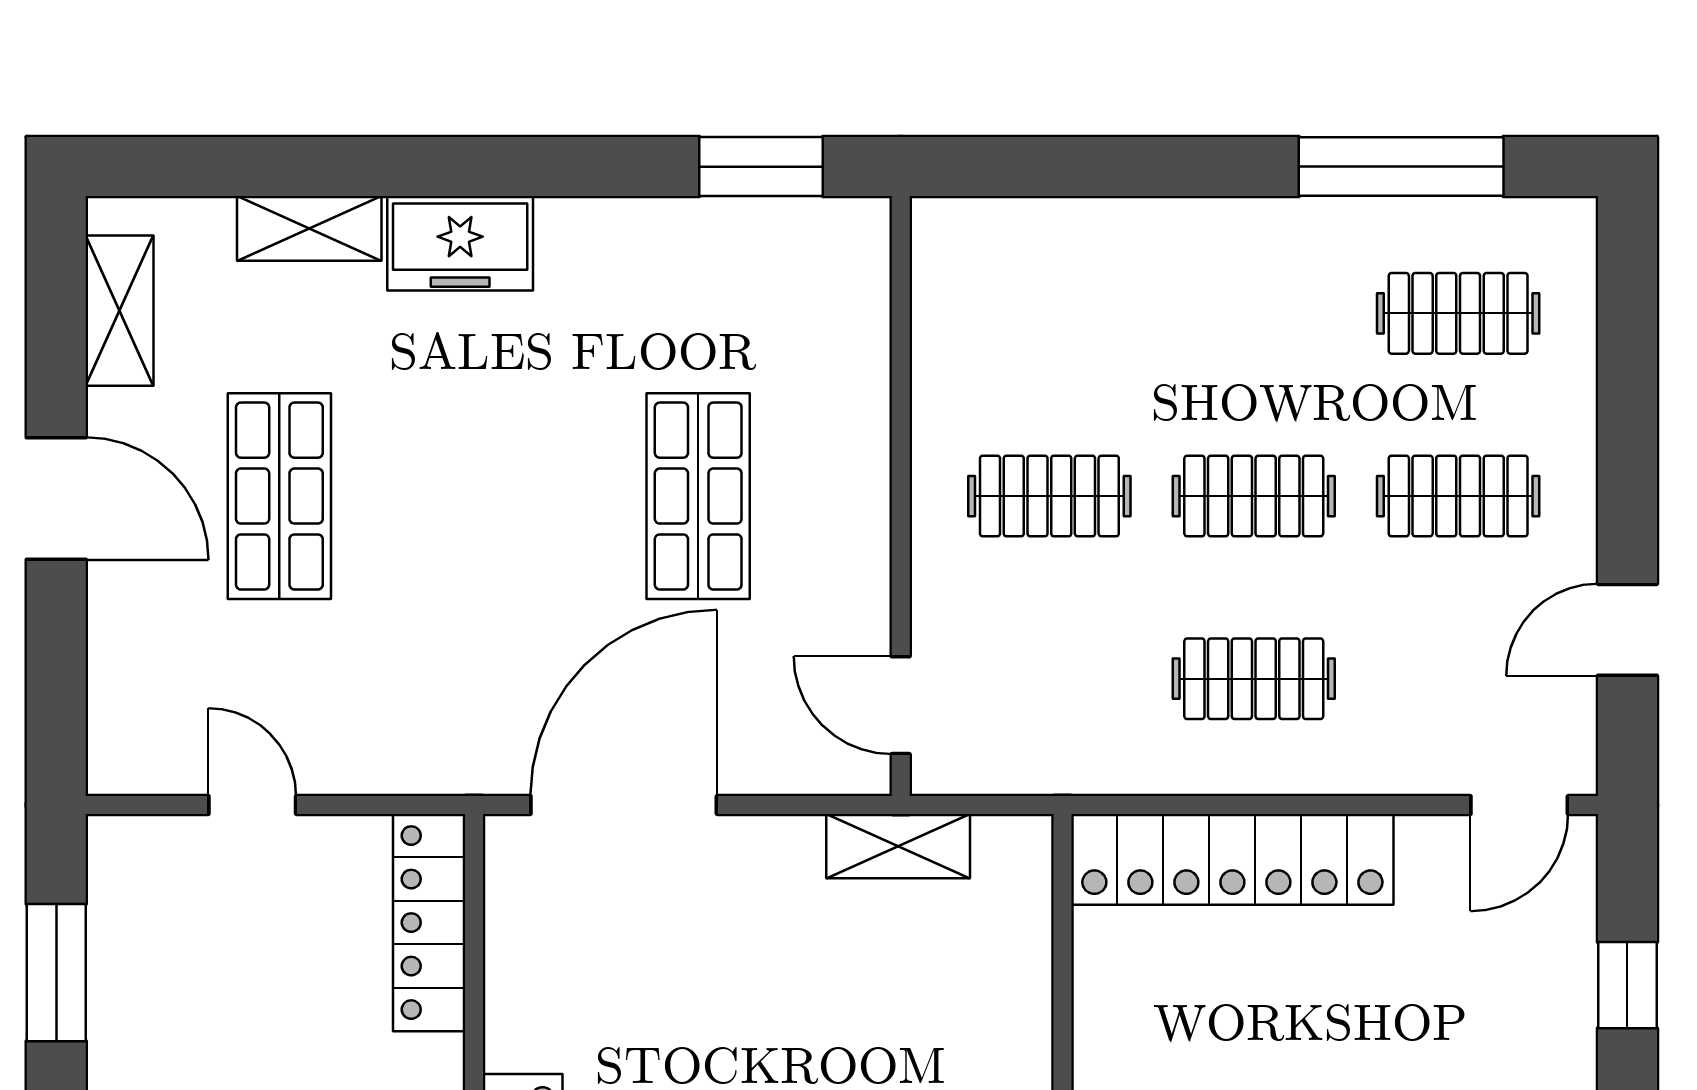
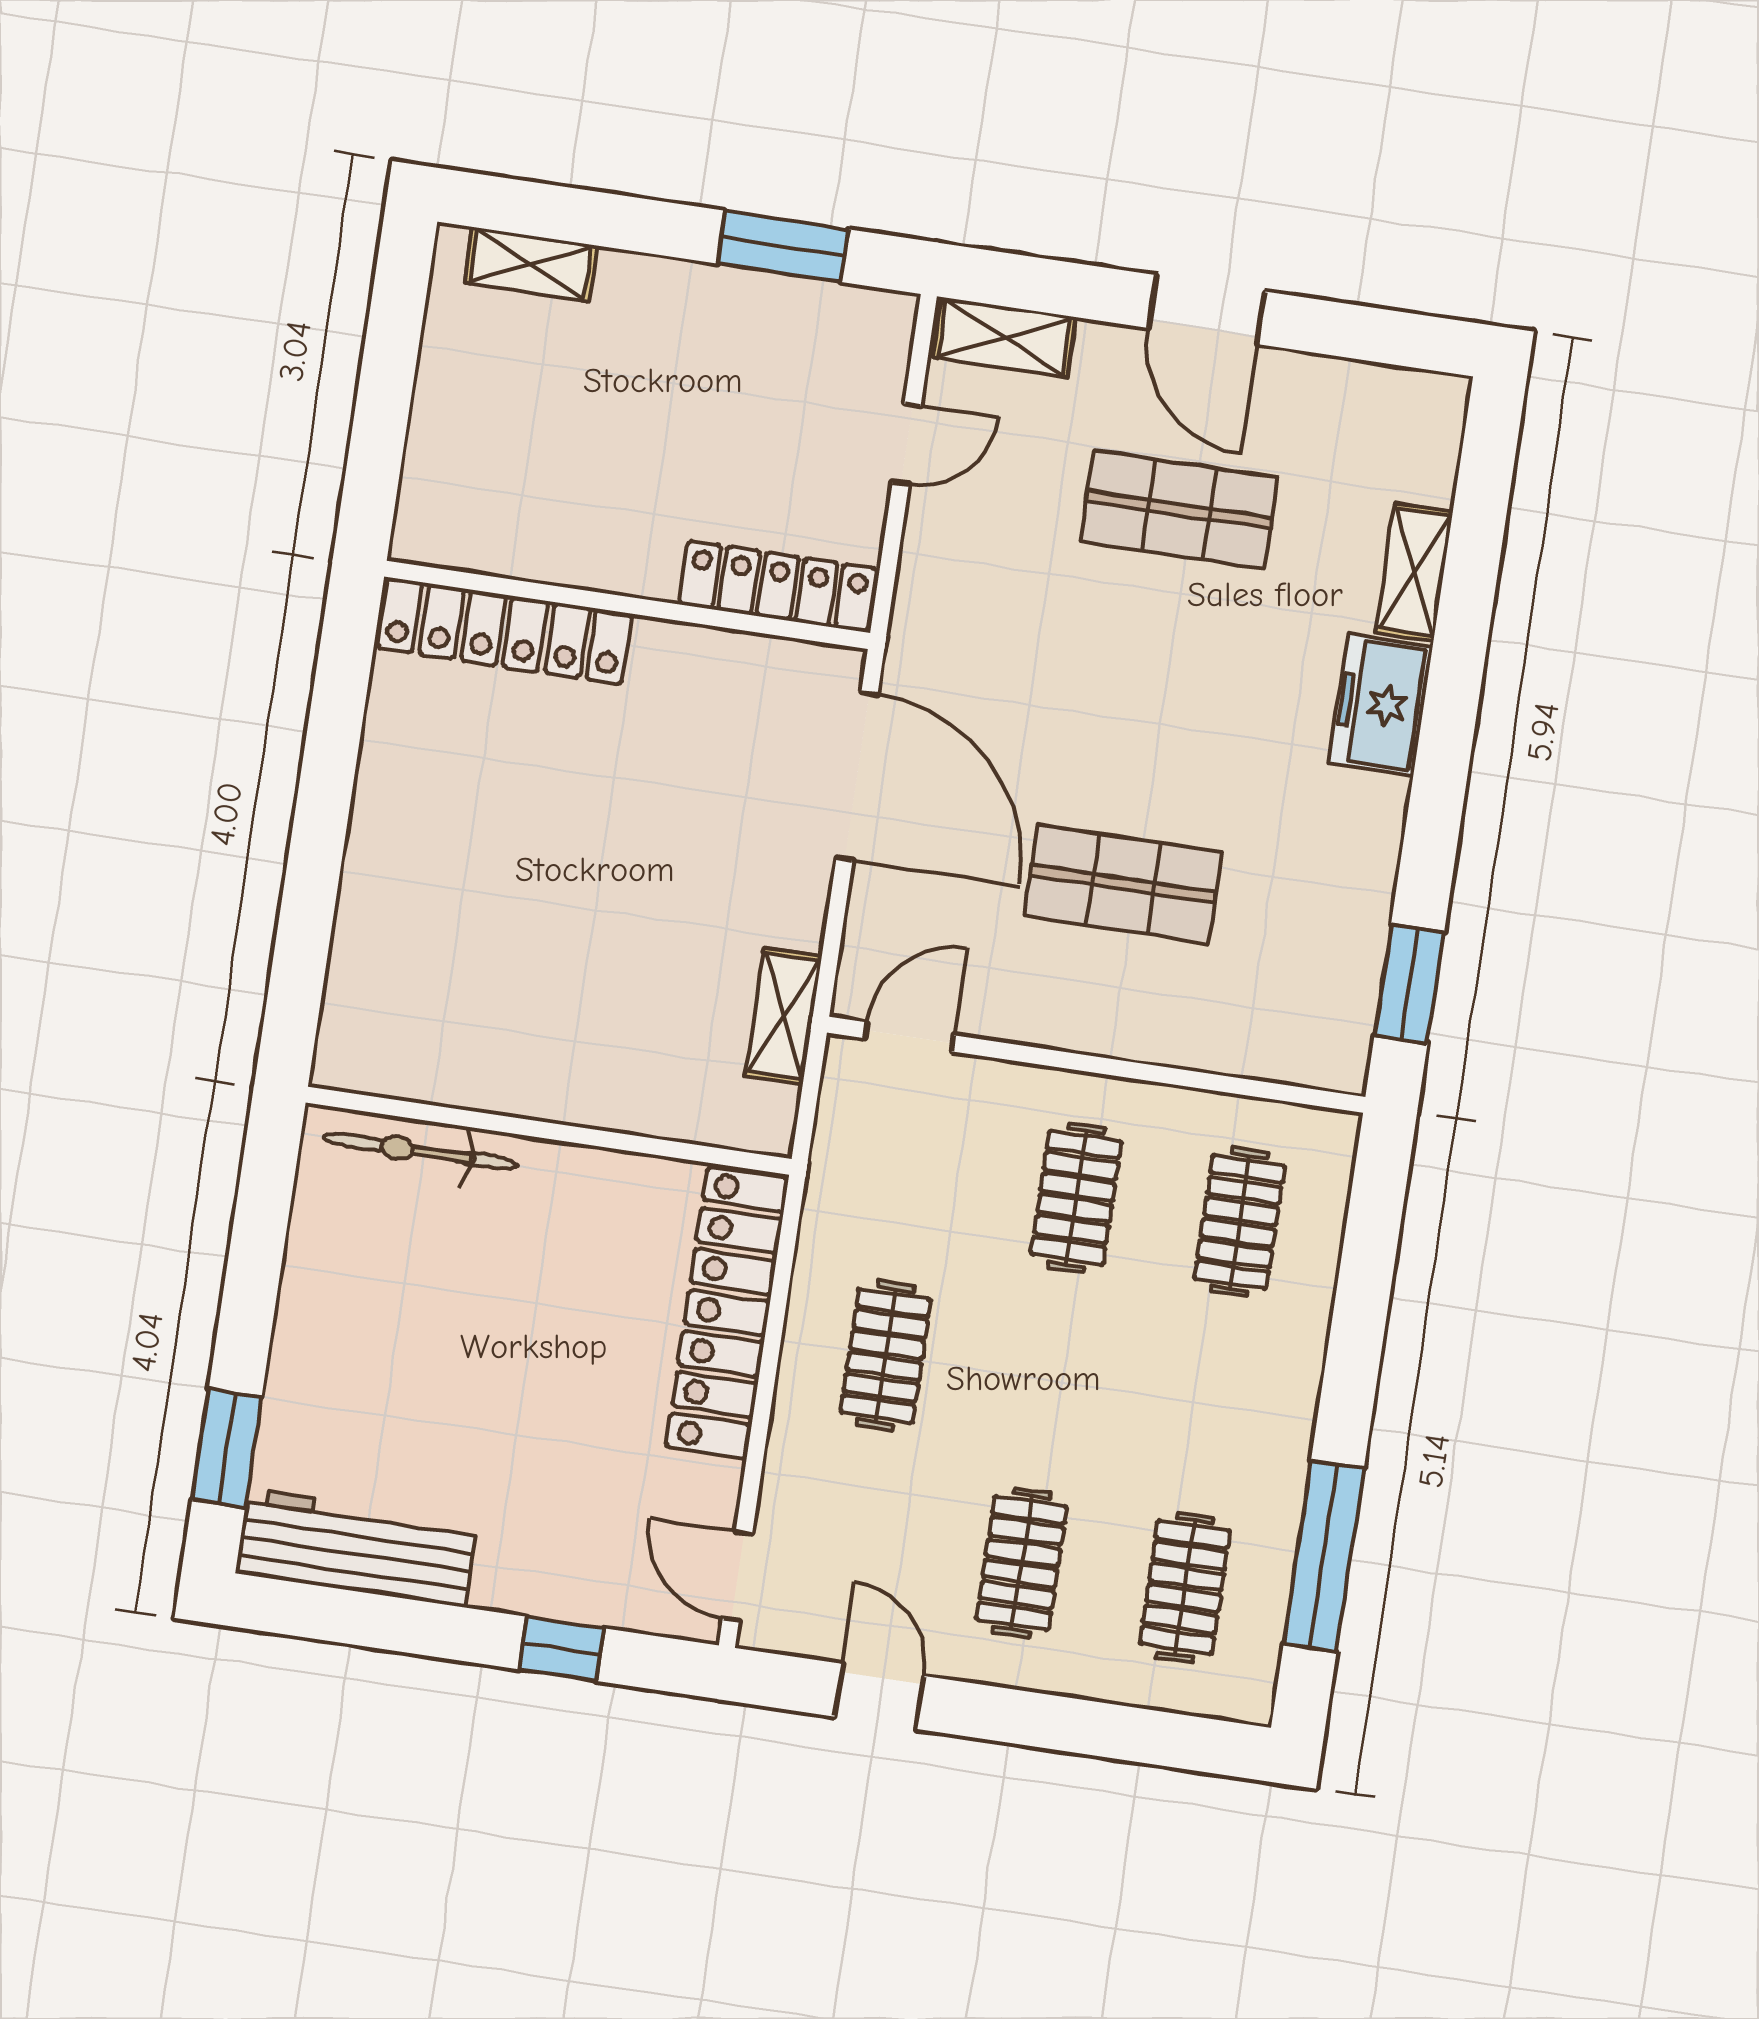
shelving: (120, 311) -> (1004, 337), moved
clothes rail: (1254, 496) -> (1240, 1222), moved
door: (56, 499) -> (1207, 310), hinge flipped

